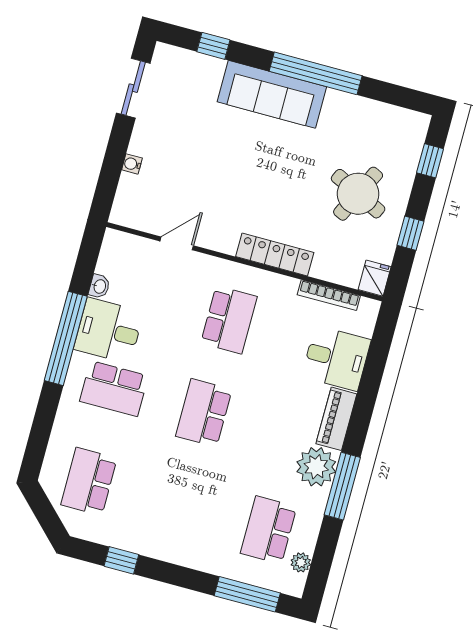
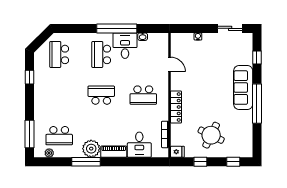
school desk: (89, 482) -> (59, 54), turned -90
school desk: (269, 530) -> (59, 136), turned 180

